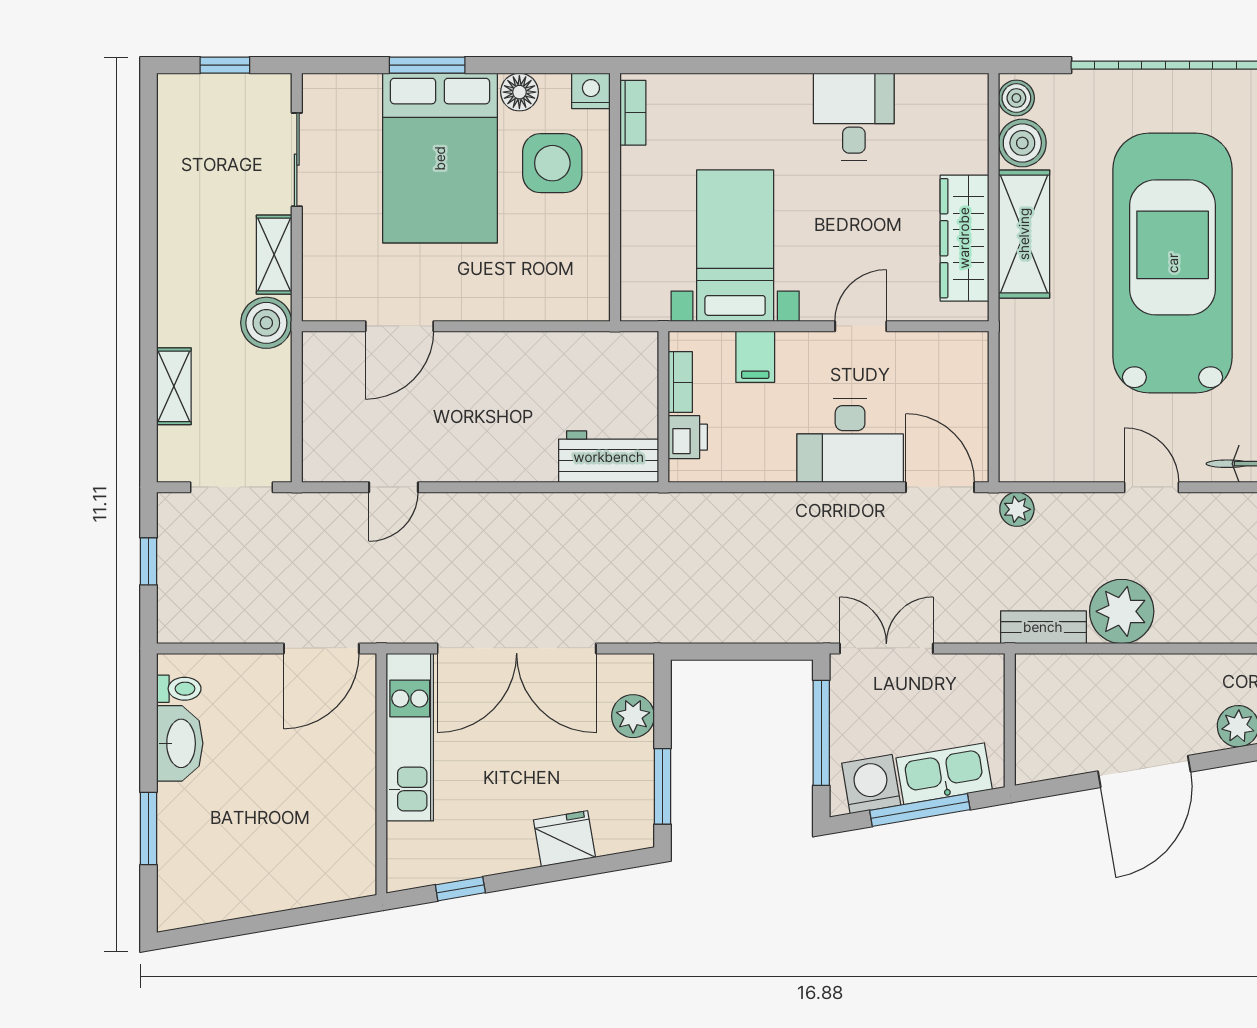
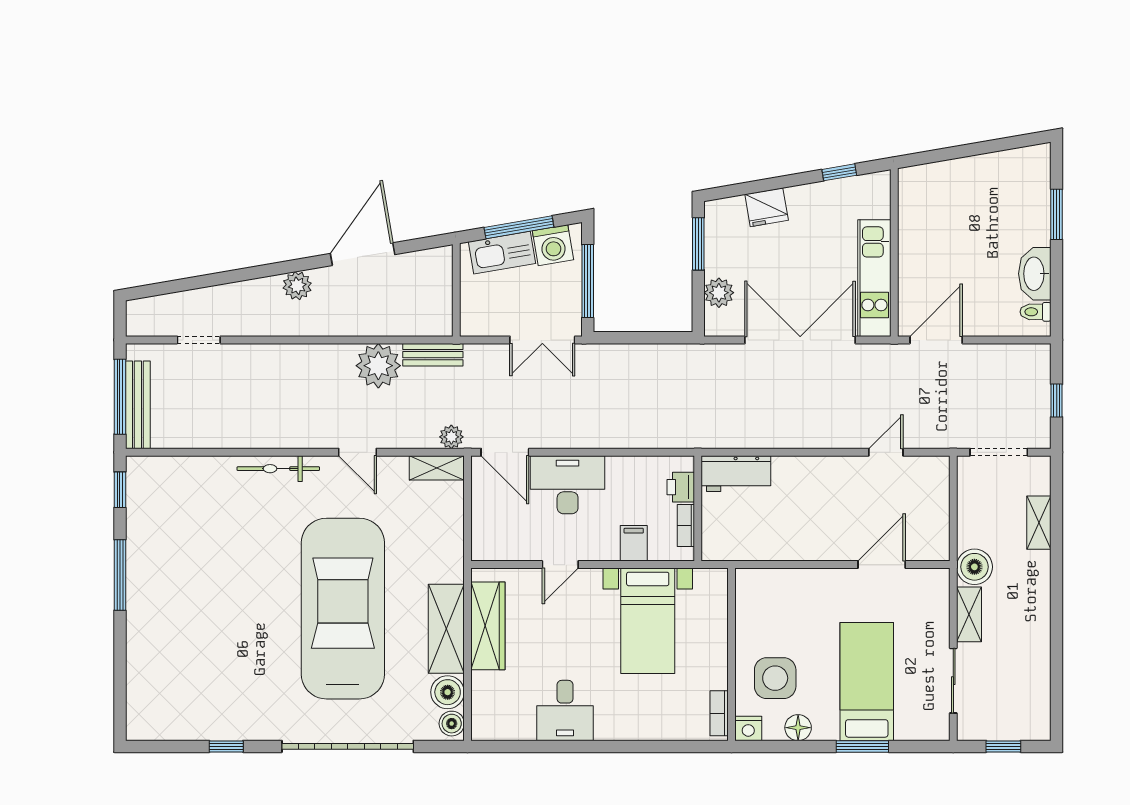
bed: (440, 158) -> (867, 682), width x0.67
car: (1173, 263) -> (343, 609), turned 180
shelving: (1038, 465) -> (437, 468), added

